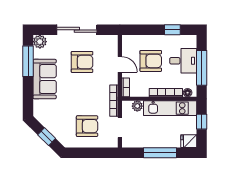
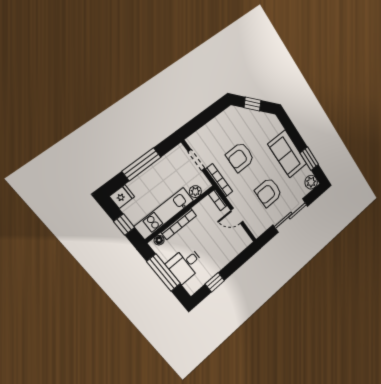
window: (28, 61) -> (309, 159), width x0.69
armchair: (151, 61) -> (213, 240), removed
armchair: (87, 126) -> (240, 157), moved

